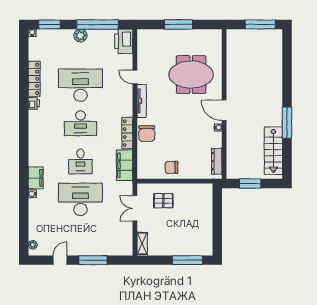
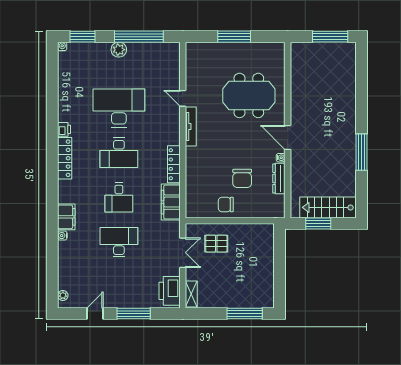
printer: (124, 41) -> (170, 291), moved
locker: (34, 79) -> (65, 158), moved
chair: (147, 134) -> (242, 178), moved
stairs: (273, 151) -> (328, 207), moved, turned 90
dresser: (217, 161) -> (279, 178), moved
desk: (80, 199) -> (119, 242), width x0.73, depth x0.77
double door: (135, 208) -> (183, 253), swing flipped

